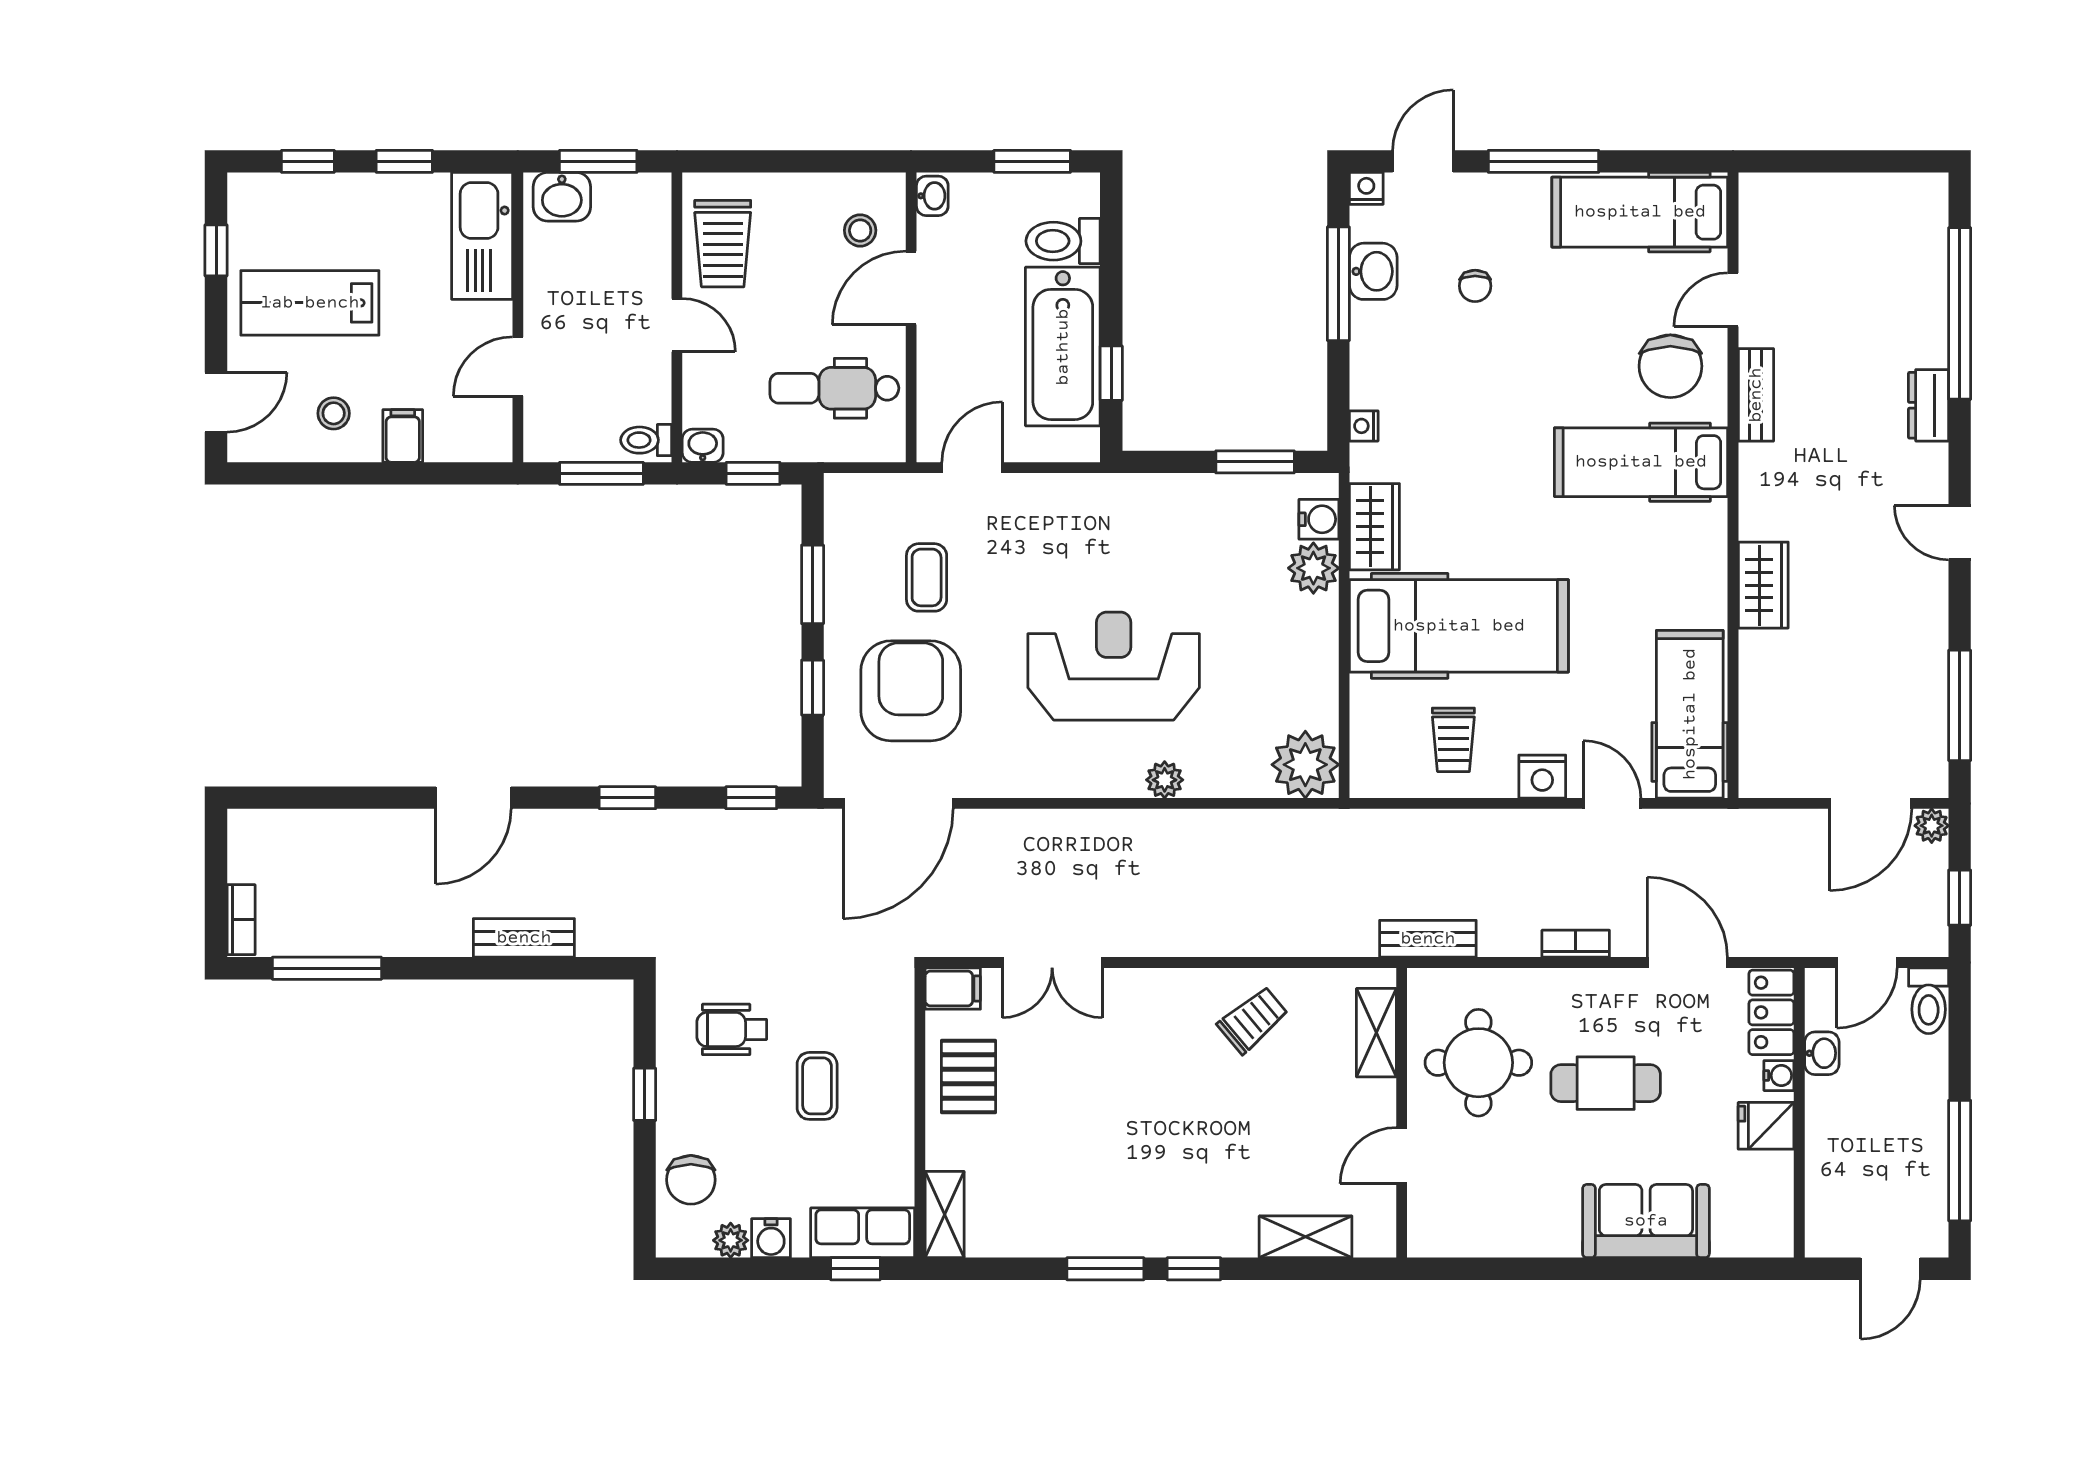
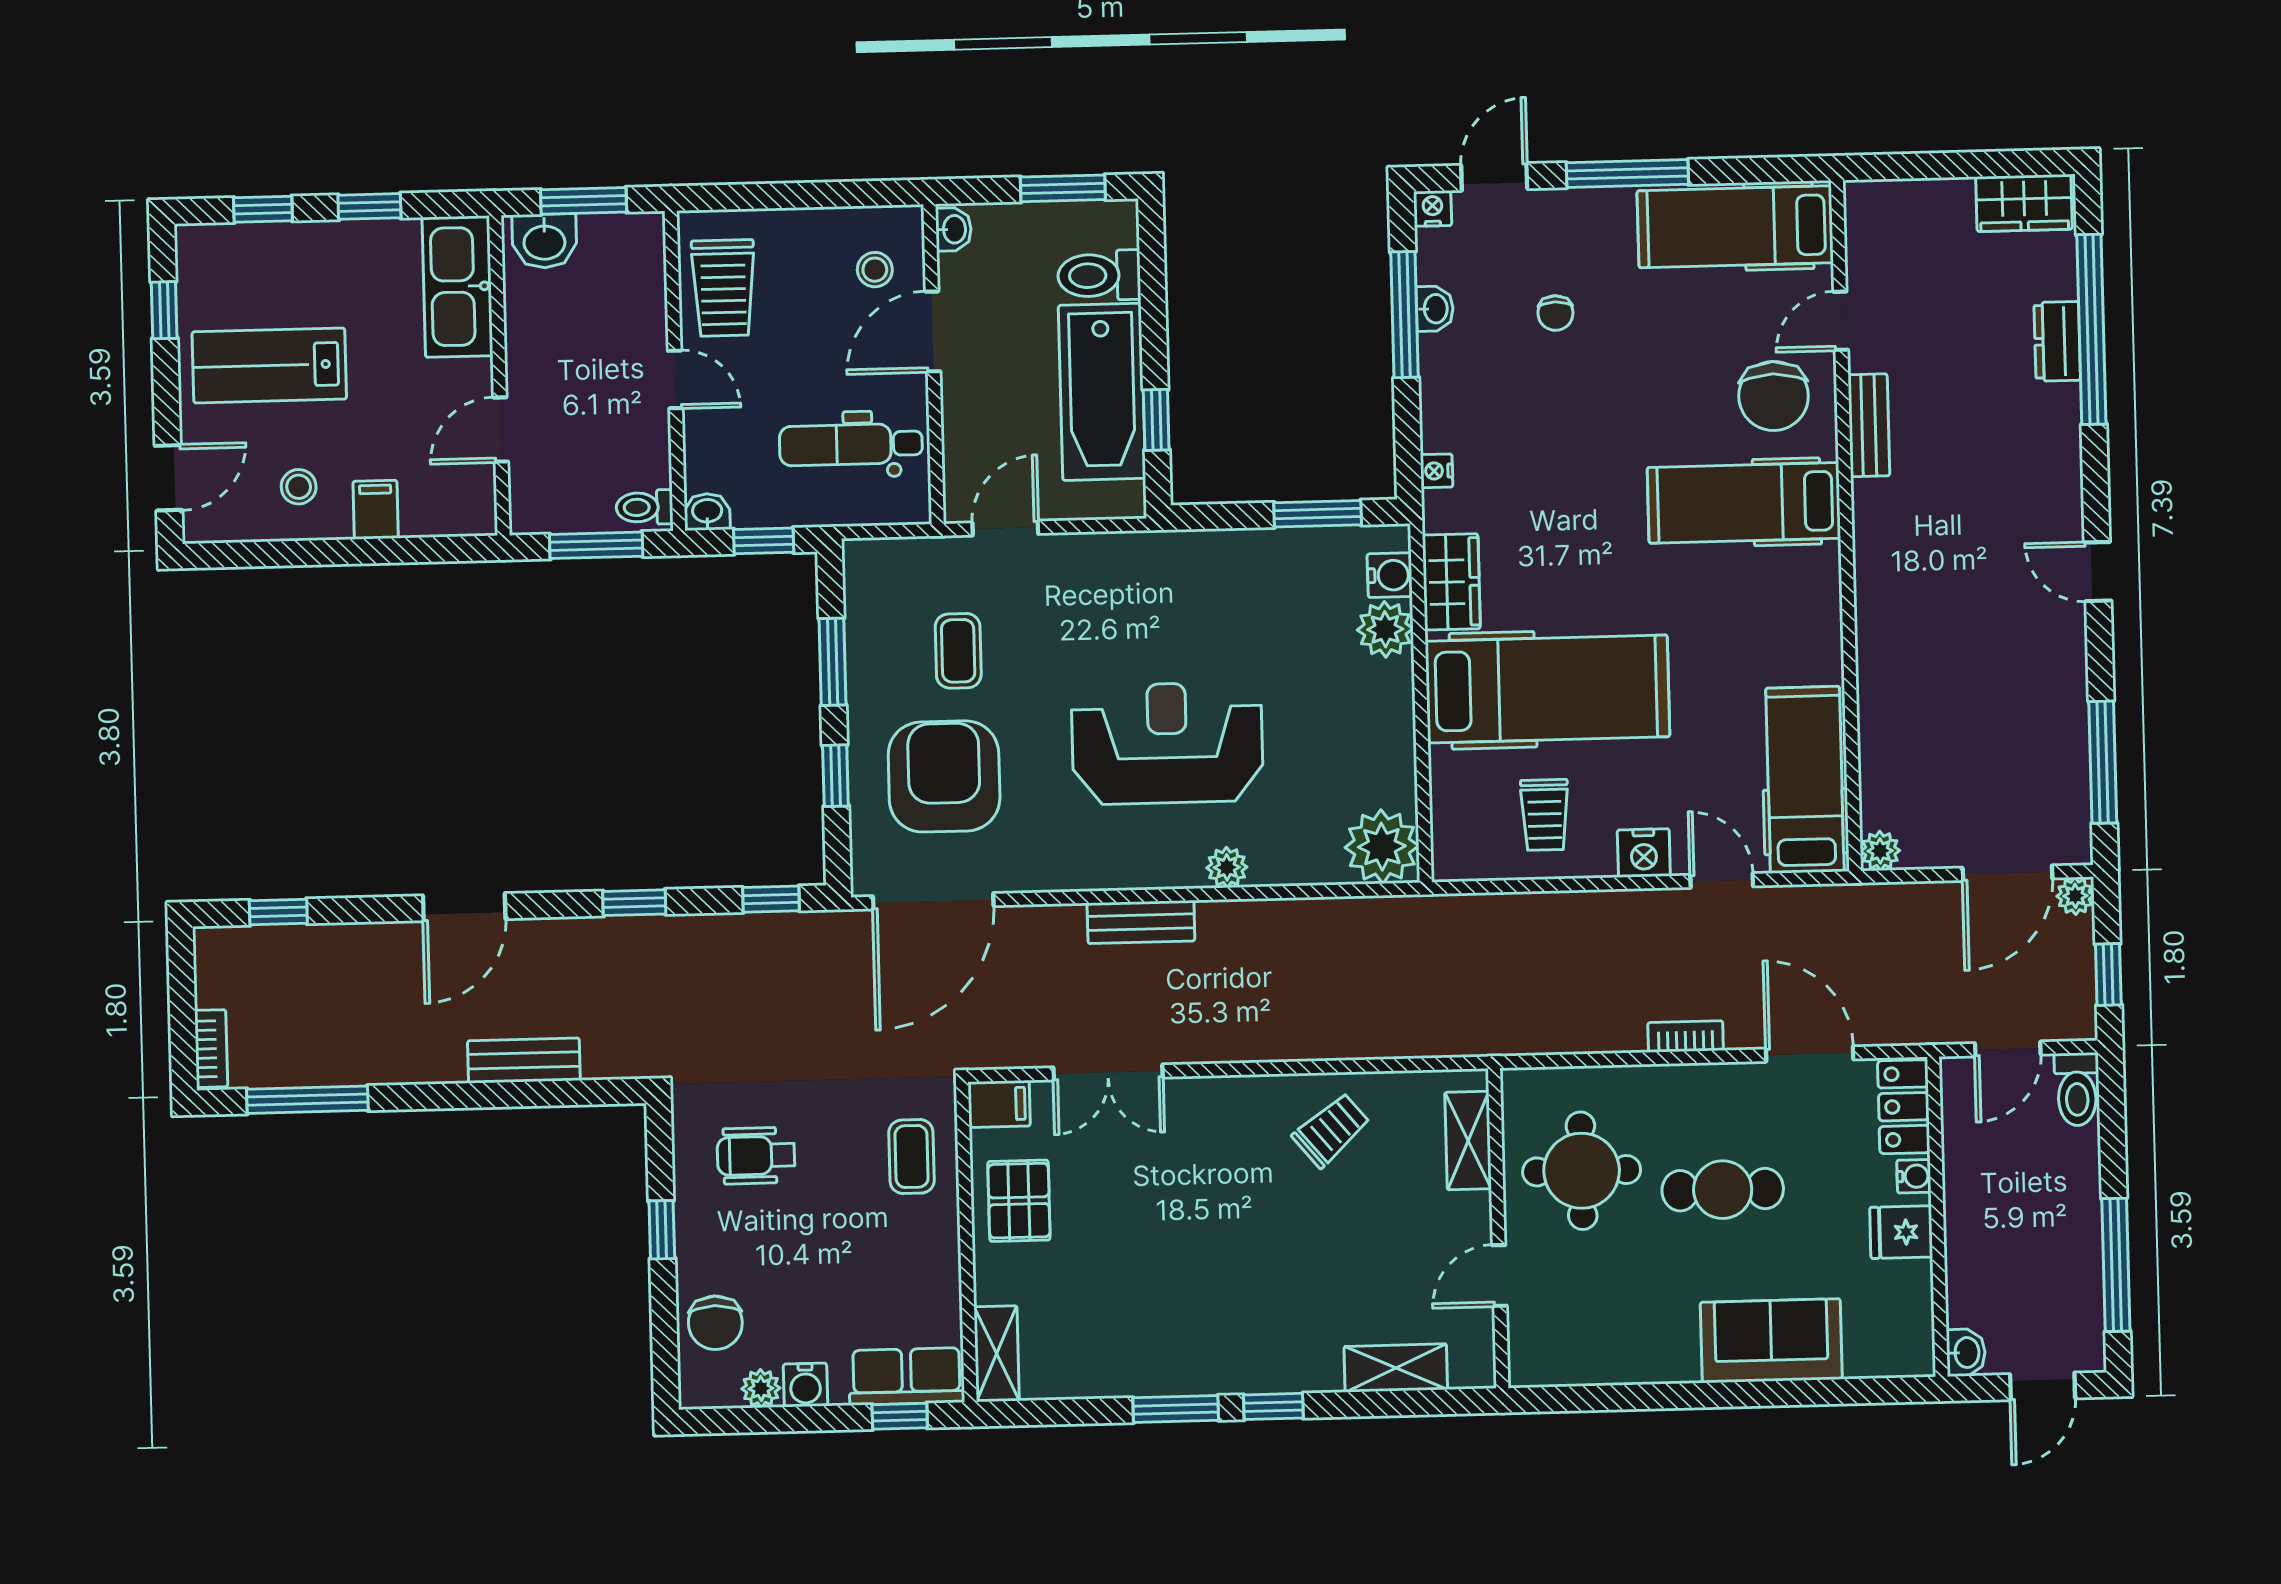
washbasin: (1373, 271) -> (1435, 309), width x0.72, depth x0.69
dresser: (1929, 405) -> (2057, 341), moved
wardrobe: (1763, 585) -> (2024, 203), moved, turned 90
plant: (1756, 780) -> (1880, 851), added
window: (305, 798) -> (278, 912), added
bench: (1428, 939) -> (1141, 922), moved
washbasin: (1822, 1053) -> (1966, 1353), moved
coffee table: (817, 1086) -> (912, 1157), moved

